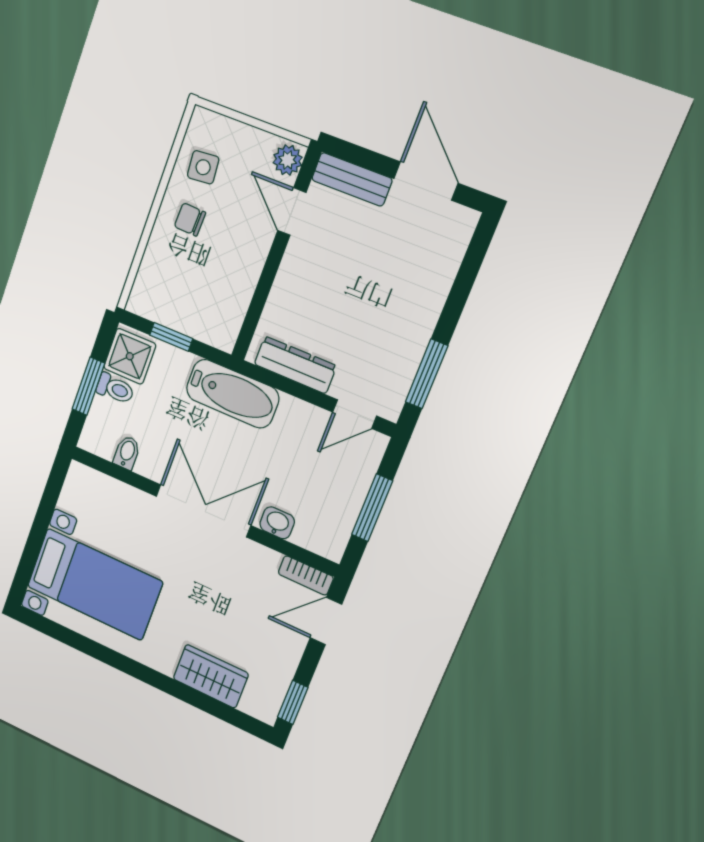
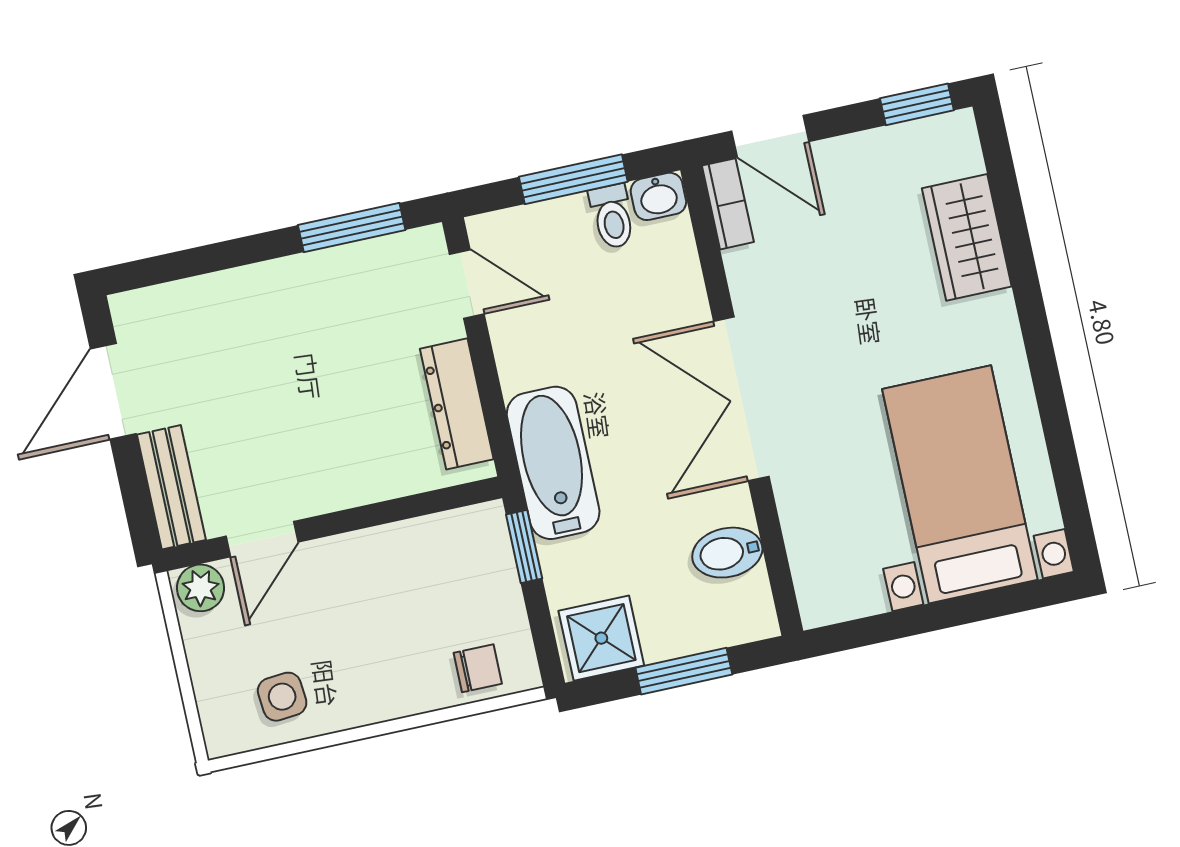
chair: (190, 220) -> (478, 668), moved, turned -92
window: (171, 337) -> (524, 546), moved
toilet: (115, 389) -> (612, 216), moved, turned 180
bidet: (127, 453) -> (727, 553), width x1.38, depth x1.36
washbasin: (277, 523) -> (658, 196), moved, turned -90

